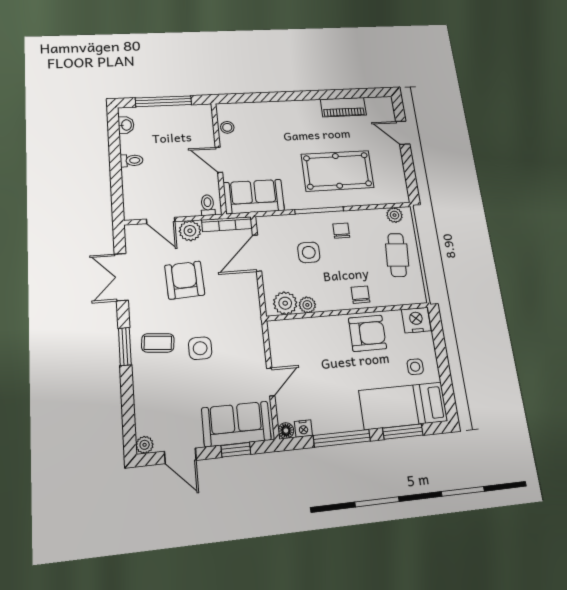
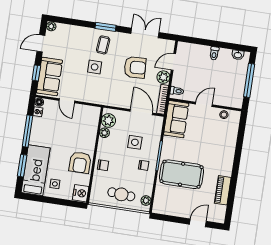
pool table: (338, 171) -> (182, 174), turned 90

